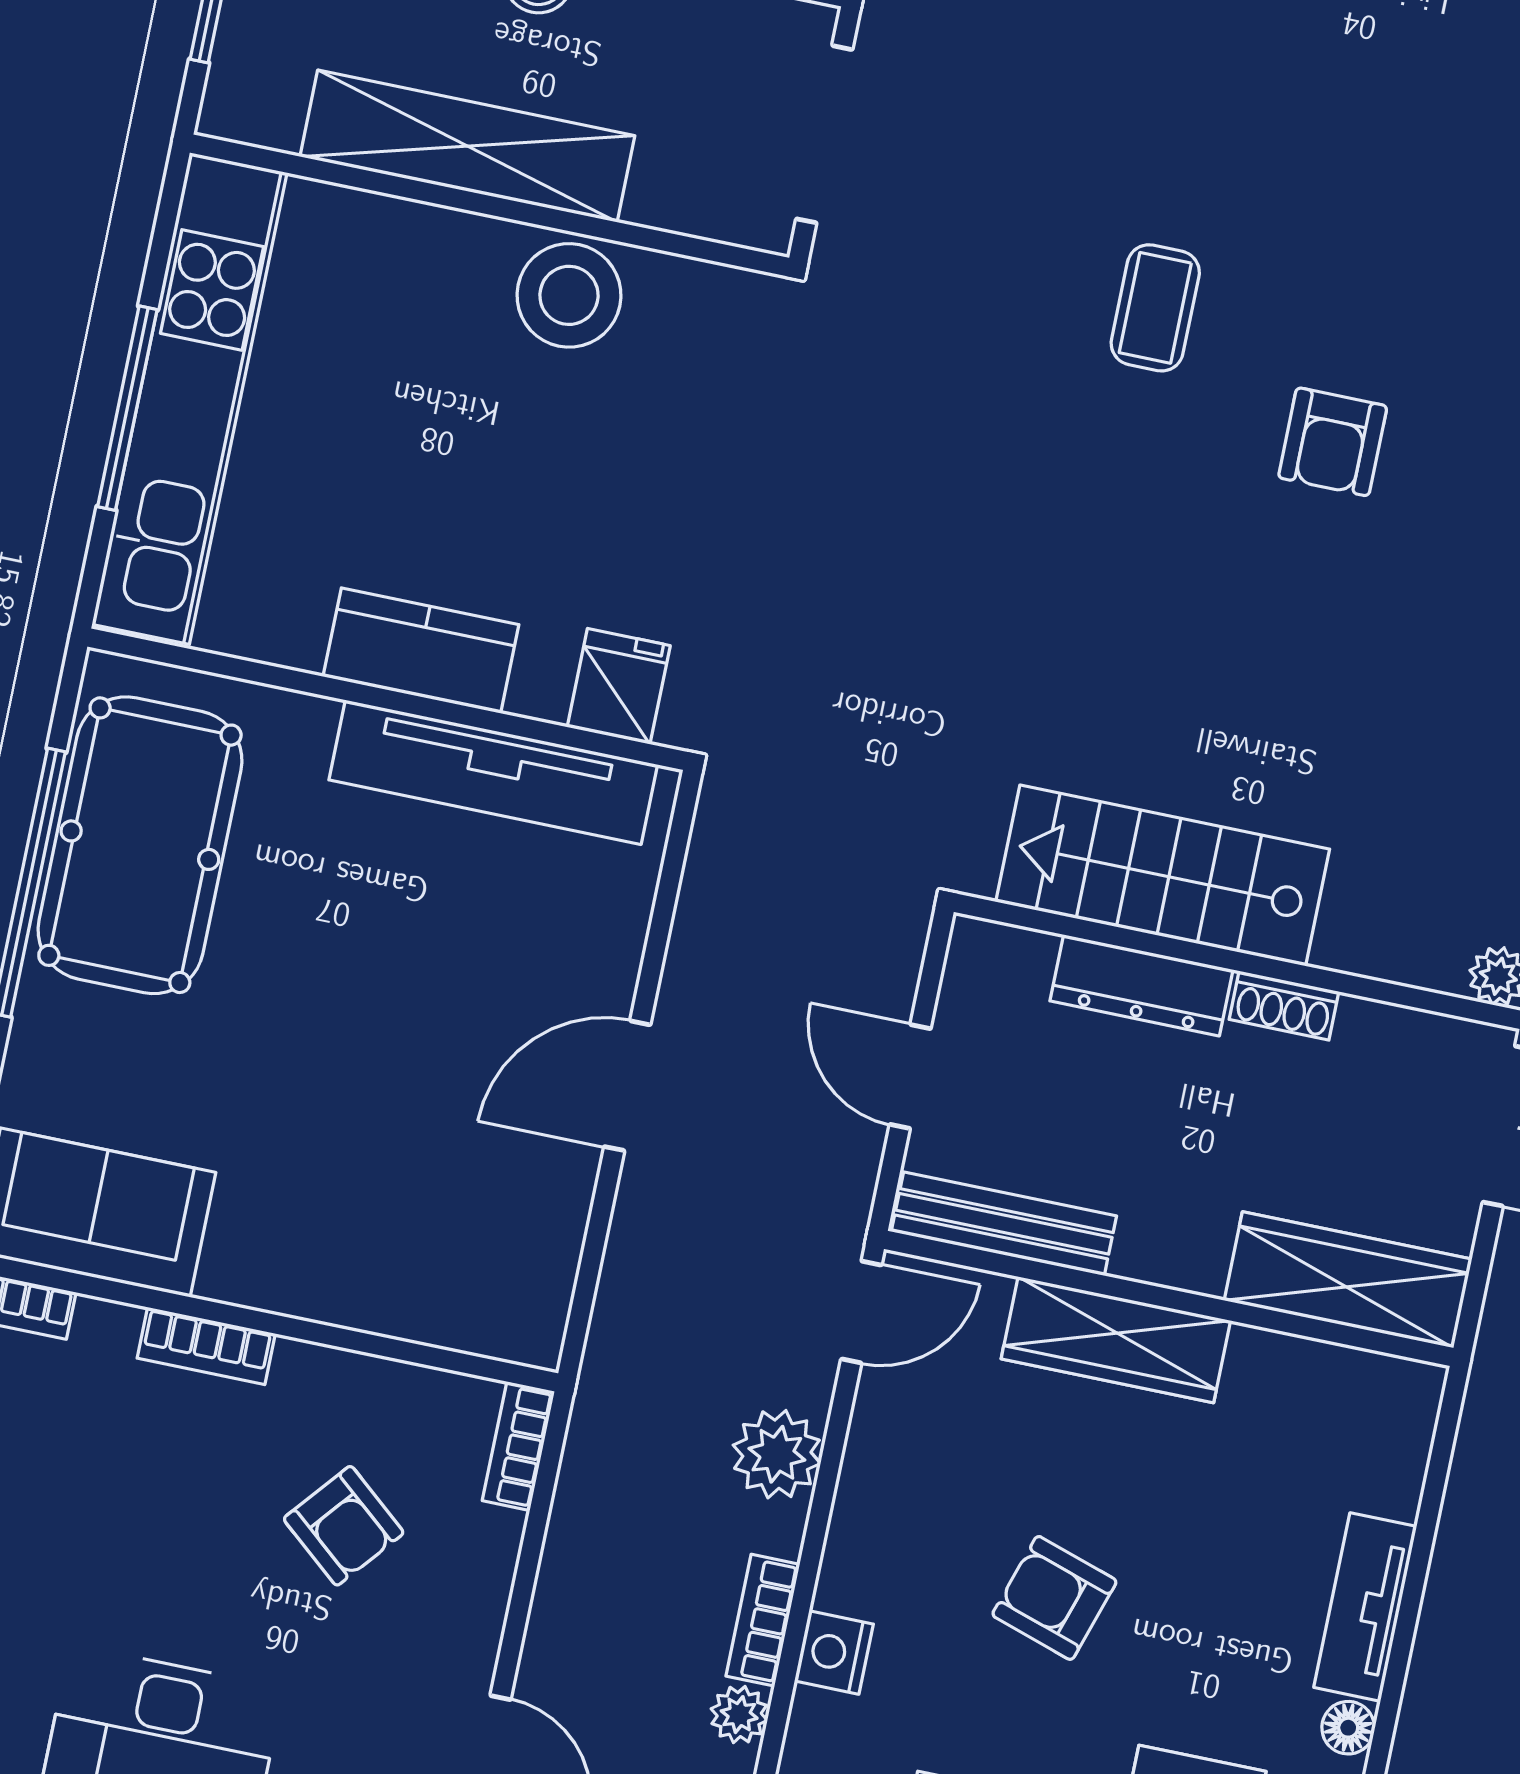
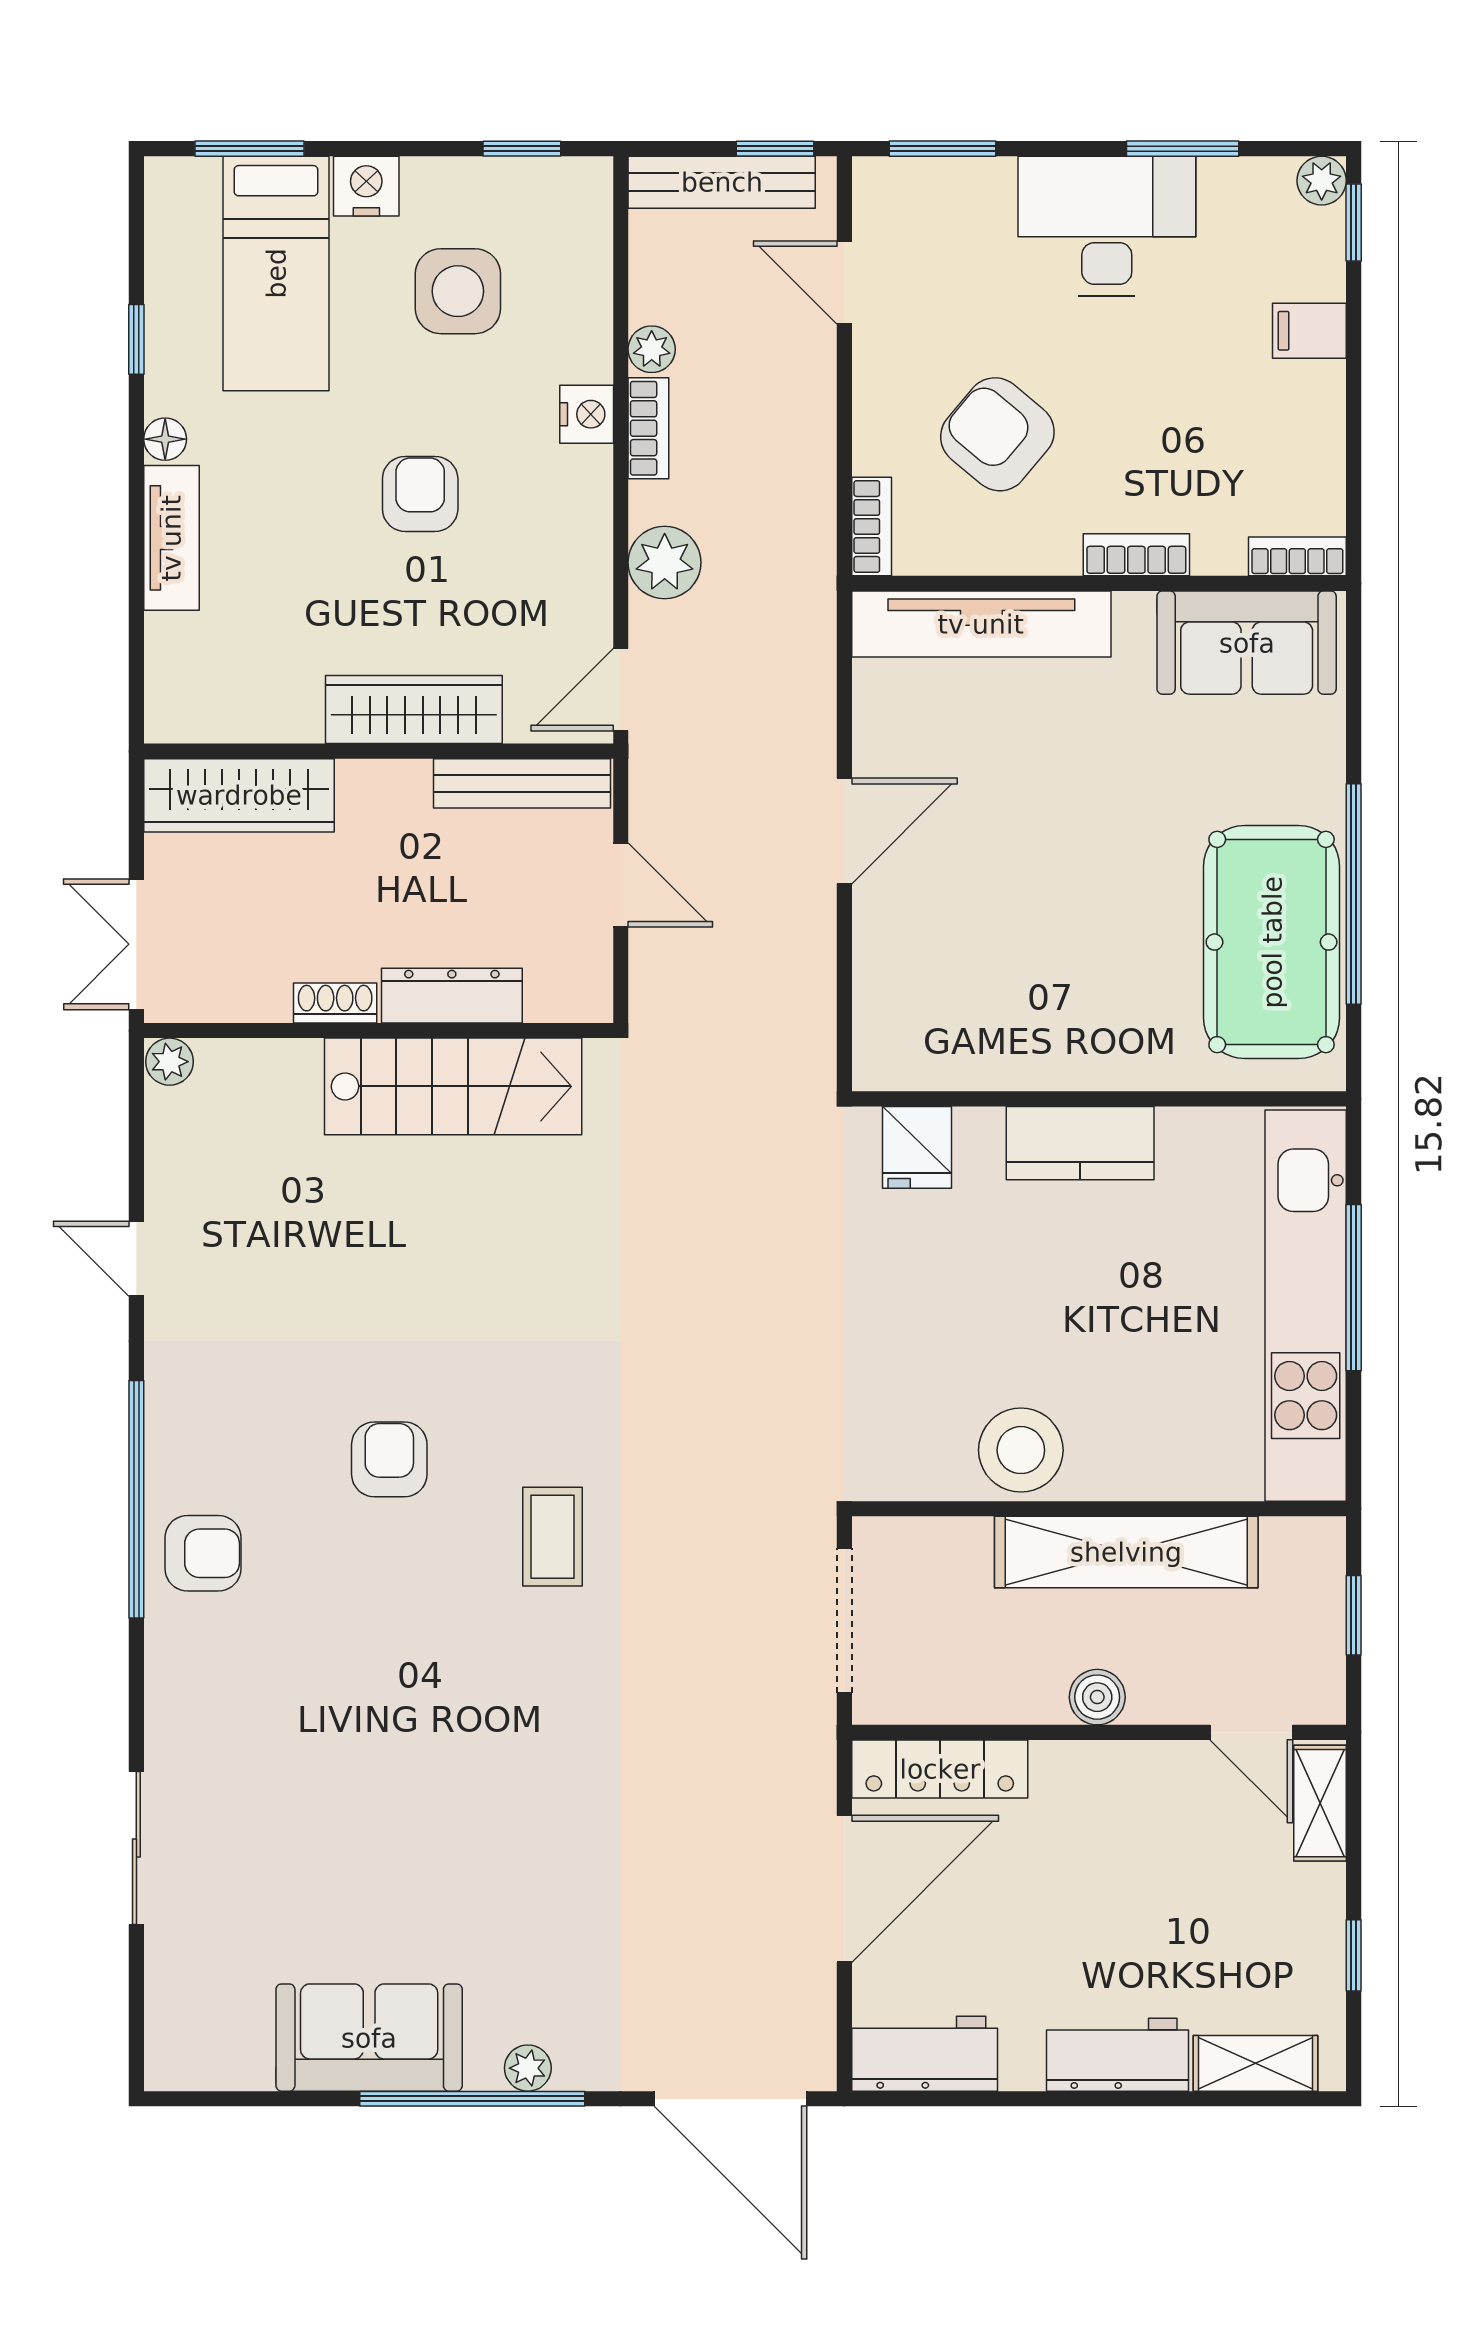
tv unit: (493, 772) -> (981, 624), moved, turned 180
armchair: (344, 1526) -> (997, 434), width x1.38, depth x1.38
armchair: (1054, 1598) -> (420, 494), turned -108

